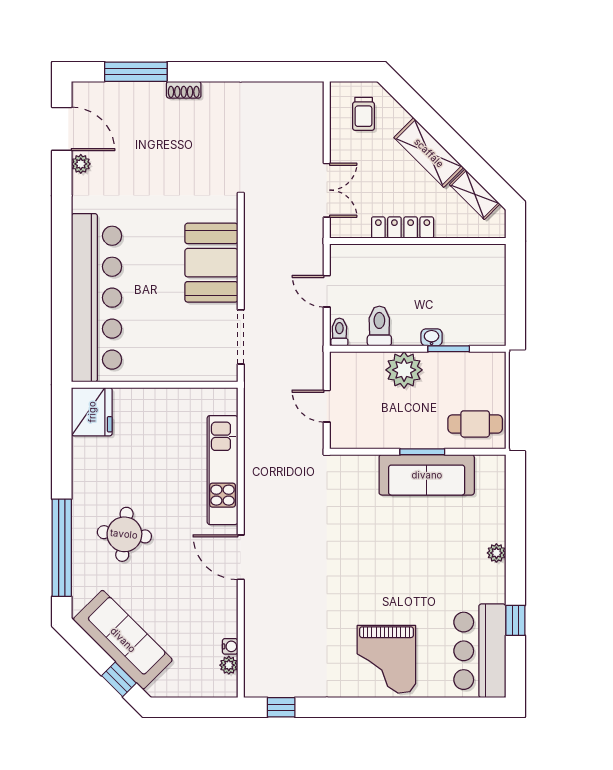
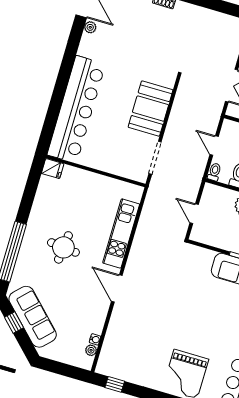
fridge: (92, 412) -> (53, 169), width x0.53, depth x0.75
round table: (124, 534) -> (63, 247), moved
window: (119, 679) -> (14, 322), moved

